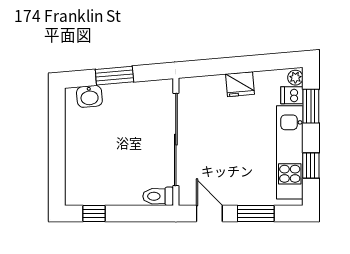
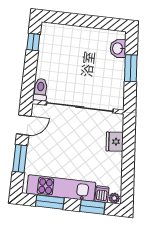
fridge: (240, 84) -> (115, 142), moved
window: (311, 165) -> (50, 202), width x1.50

